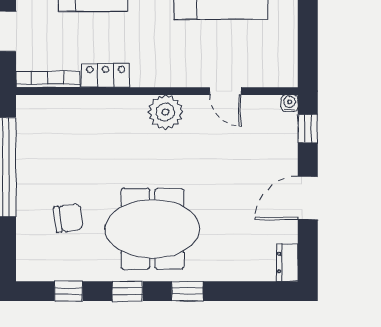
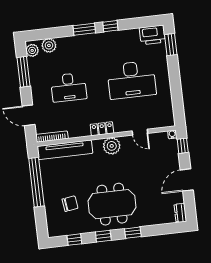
locker: (106, 75) -> (102, 129), moved
tv unit: (71, 109) -> (65, 150), added

